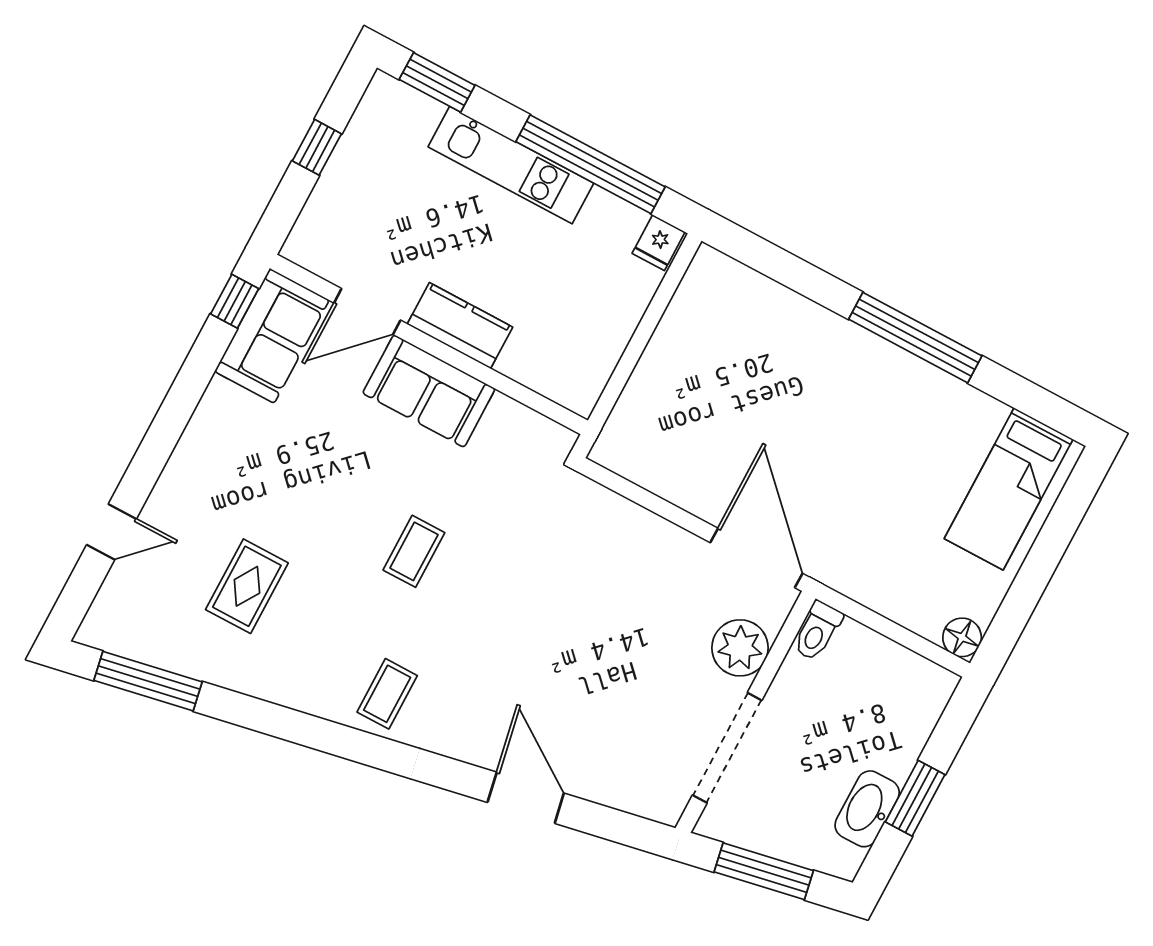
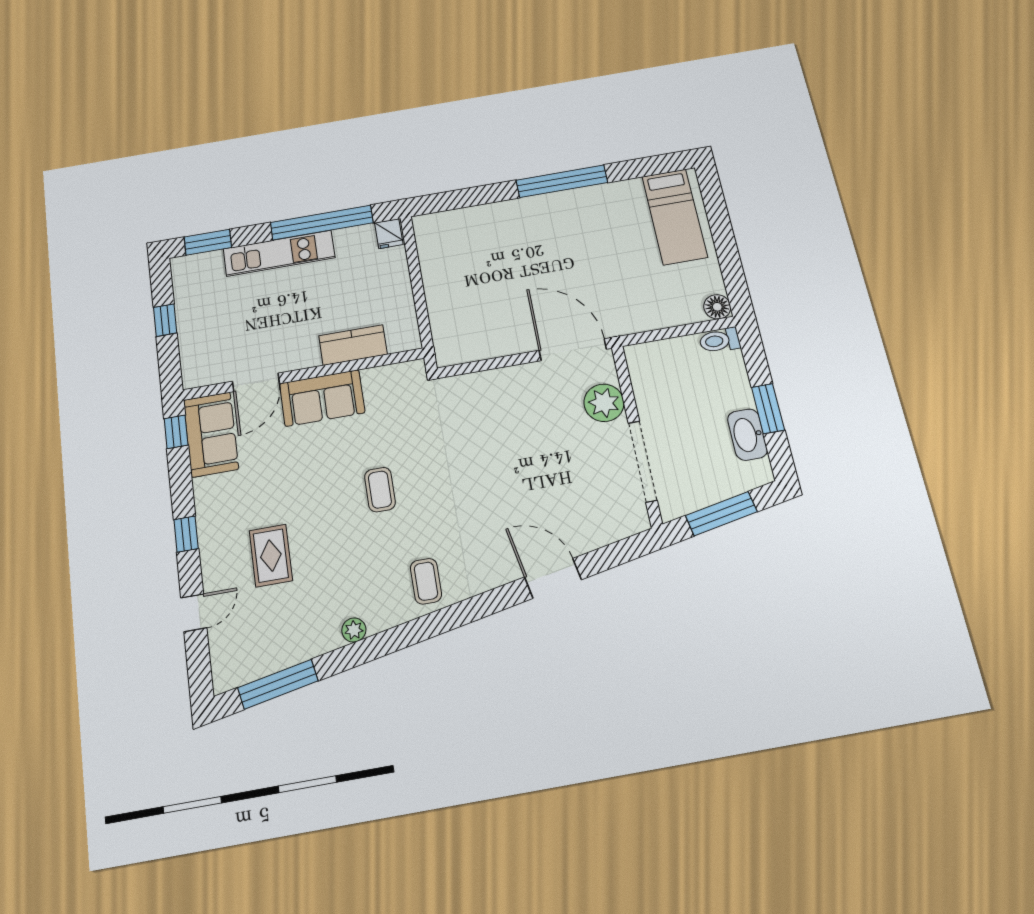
kitchen counter: (460, 326) -> (353, 345), moved
window: (164, 434) -> (186, 534), added
rug: (247, 586) -> (271, 556), moved
toilet: (817, 631) -> (720, 340), moved, turned 90
plant: (271, 686) -> (354, 630), added

